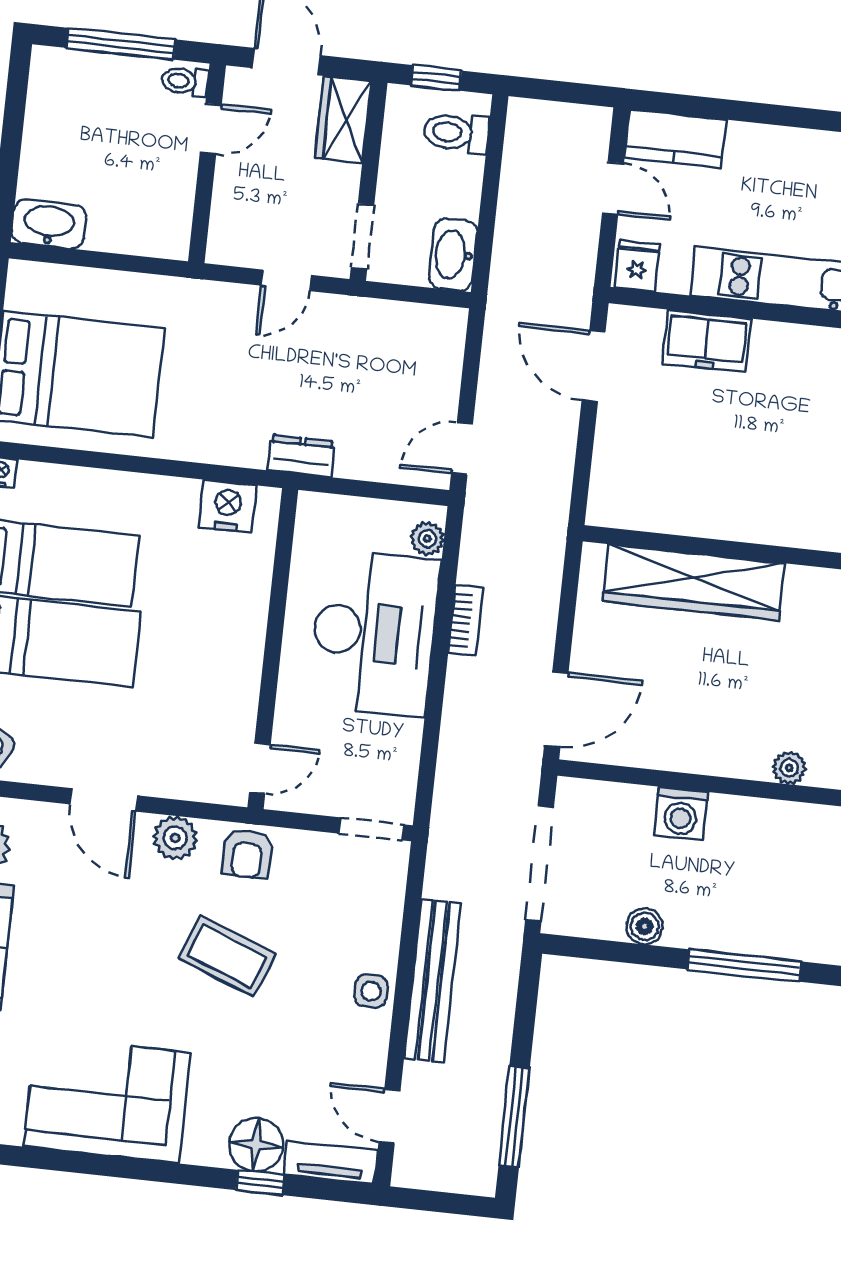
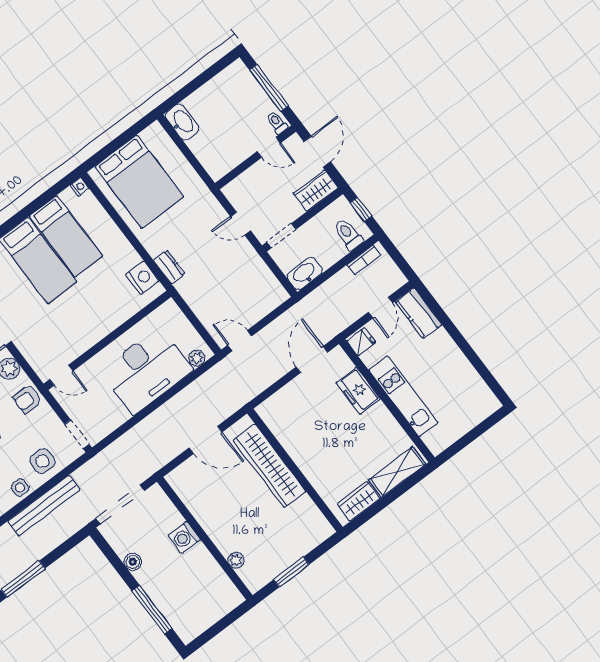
dresser: (301, 456) -> (169, 267), moved
bookcase: (465, 620) -> (364, 260), moved
door: (556, 709) -> (206, 440), moved
side table: (363, 920) -> (42, 461), added

